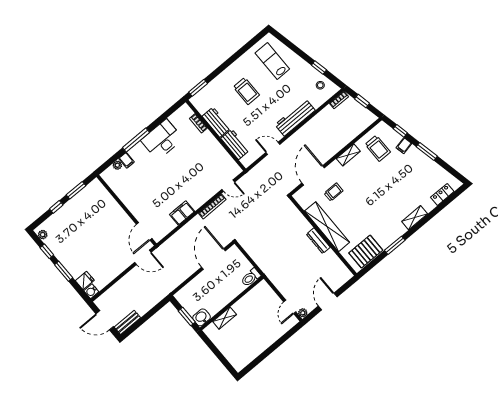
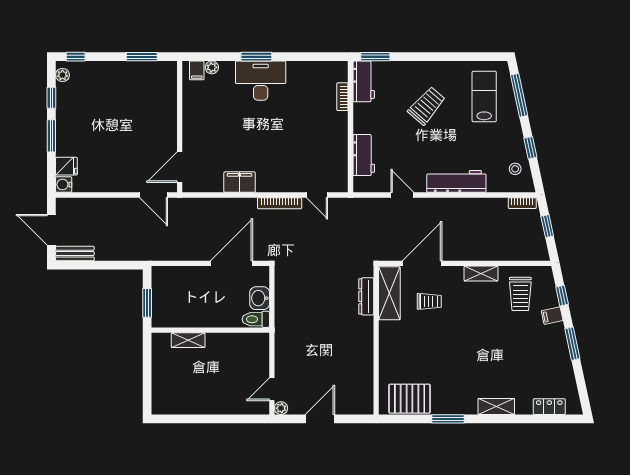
window: (290, 45) -> (519, 95), added
trolley: (246, 91) -> (427, 106), turned -139
workbench: (216, 122) -> (364, 81), moved
window: (136, 140) -> (256, 57), width x0.69
desk: (162, 140) -> (261, 81), moved
filing cabinet: (127, 160) -> (197, 70), moved
window: (56, 207) -> (76, 57), moved
shelving: (327, 227) -> (389, 293), moved, width x0.68
dresser: (318, 241) -> (366, 296), moved
washbasin: (202, 317) -> (260, 298), moved, turned -90

